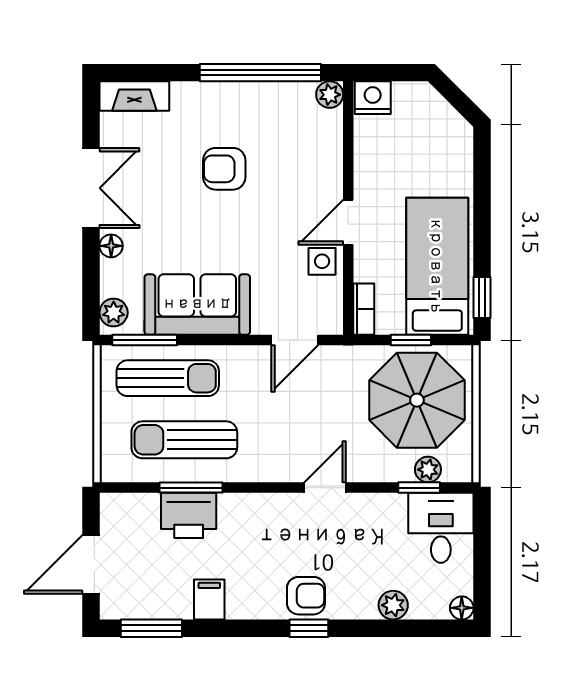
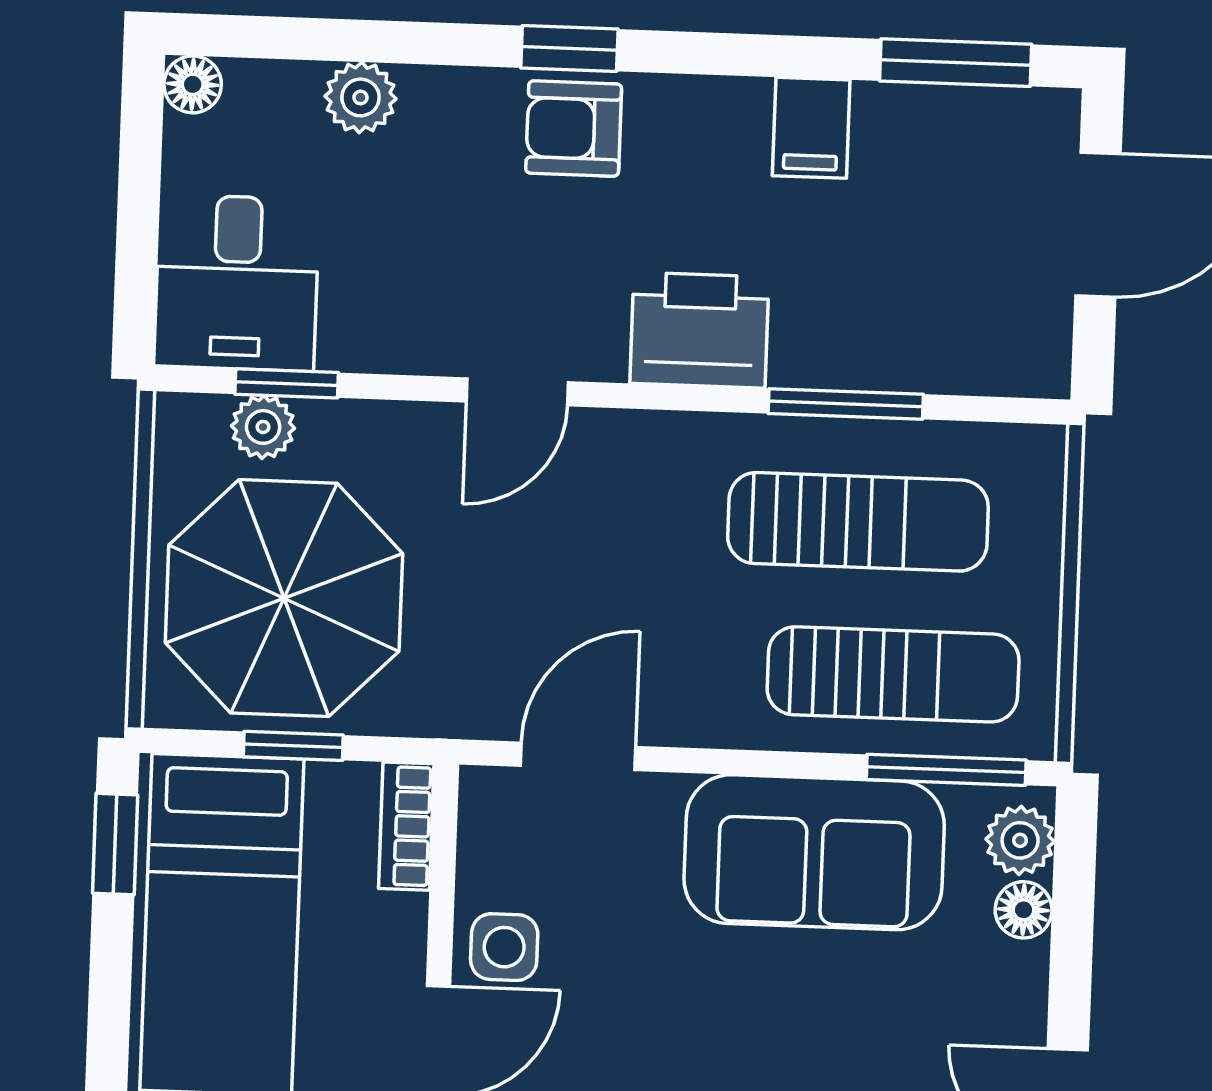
floor lamp: (111, 246) -> (1024, 910), moved
sun lounger: (168, 378) -> (893, 674), turned 180
printer: (189, 515) -> (699, 330), moved

